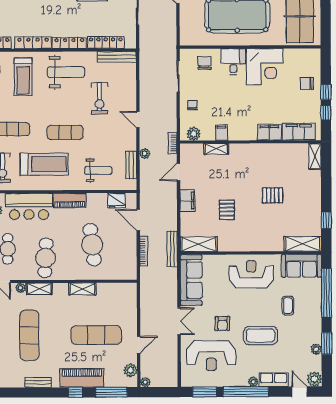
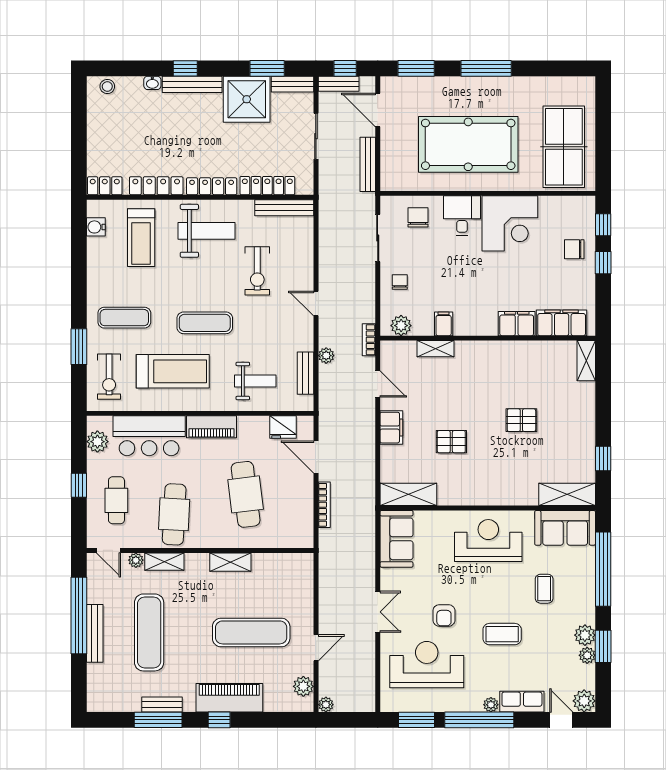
window: (326, 113) -> (603, 225), moved
door: (178, 172) -> (378, 384), swing flipped
pallet: (227, 210) -> (451, 442), turned 90
bench: (172, 249) -> (368, 164), moved
sofa: (191, 280) -> (397, 539), width x0.73
coffee table: (261, 336) -> (502, 634), width x0.73, depth x0.76
plant: (315, 336) -> (585, 635), added
reception desk: (211, 356) -> (427, 665), turned 180
window: (111, 392) -> (158, 720), moved

